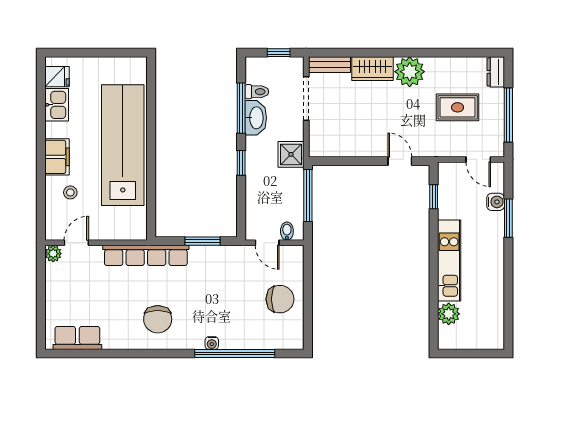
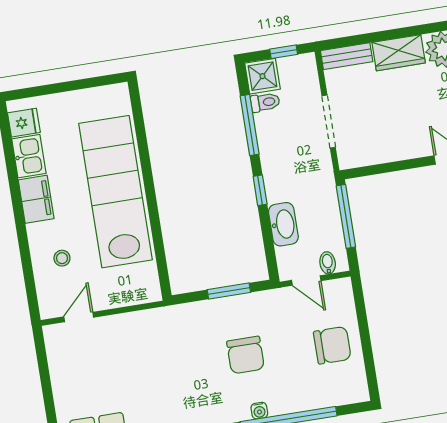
doorway: (306, 98) -> (329, 122), moved
washbasin: (256, 118) -> (283, 224), moved
shower: (291, 154) -> (262, 76), moved
filing cabinet: (57, 157) -> (36, 199), moved
plant: (53, 254) -> (53, 334), removed
row of seats: (146, 255) -> (164, 319), removed
chair: (158, 319) -> (245, 355), moved

